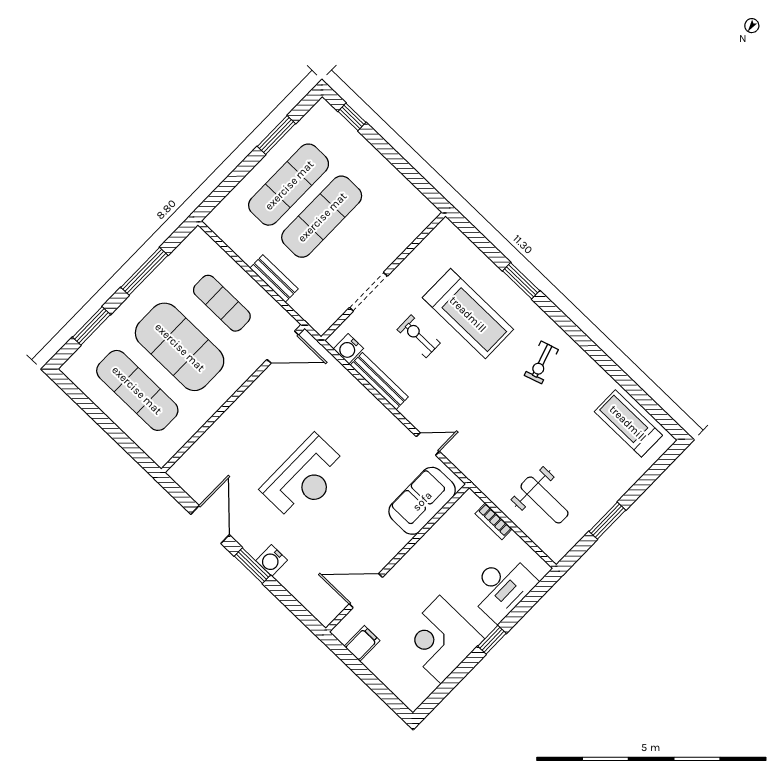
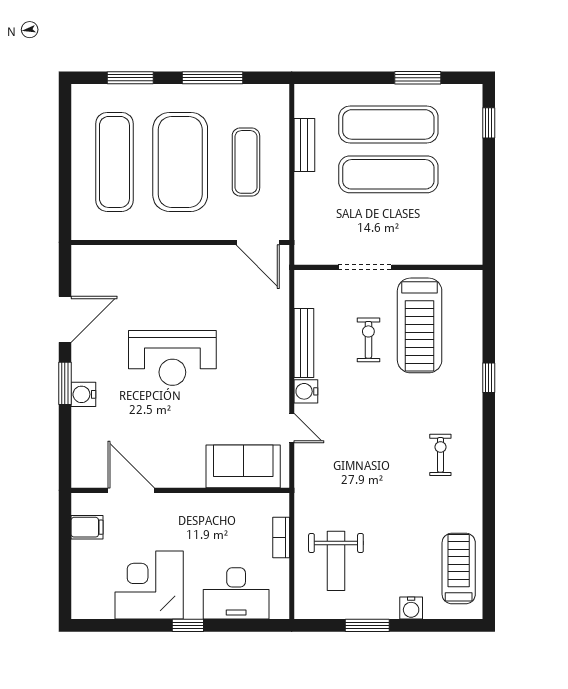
bench: (274, 279) -> (304, 145), moved
window: (521, 281) -> (489, 378), width x0.67
treadmill: (468, 314) -> (420, 325), moved
water cooler: (348, 349) -> (306, 391), moved
exercise bike: (541, 362) -> (440, 455), turned 108
water cooler: (624, 480) -> (411, 608), added

